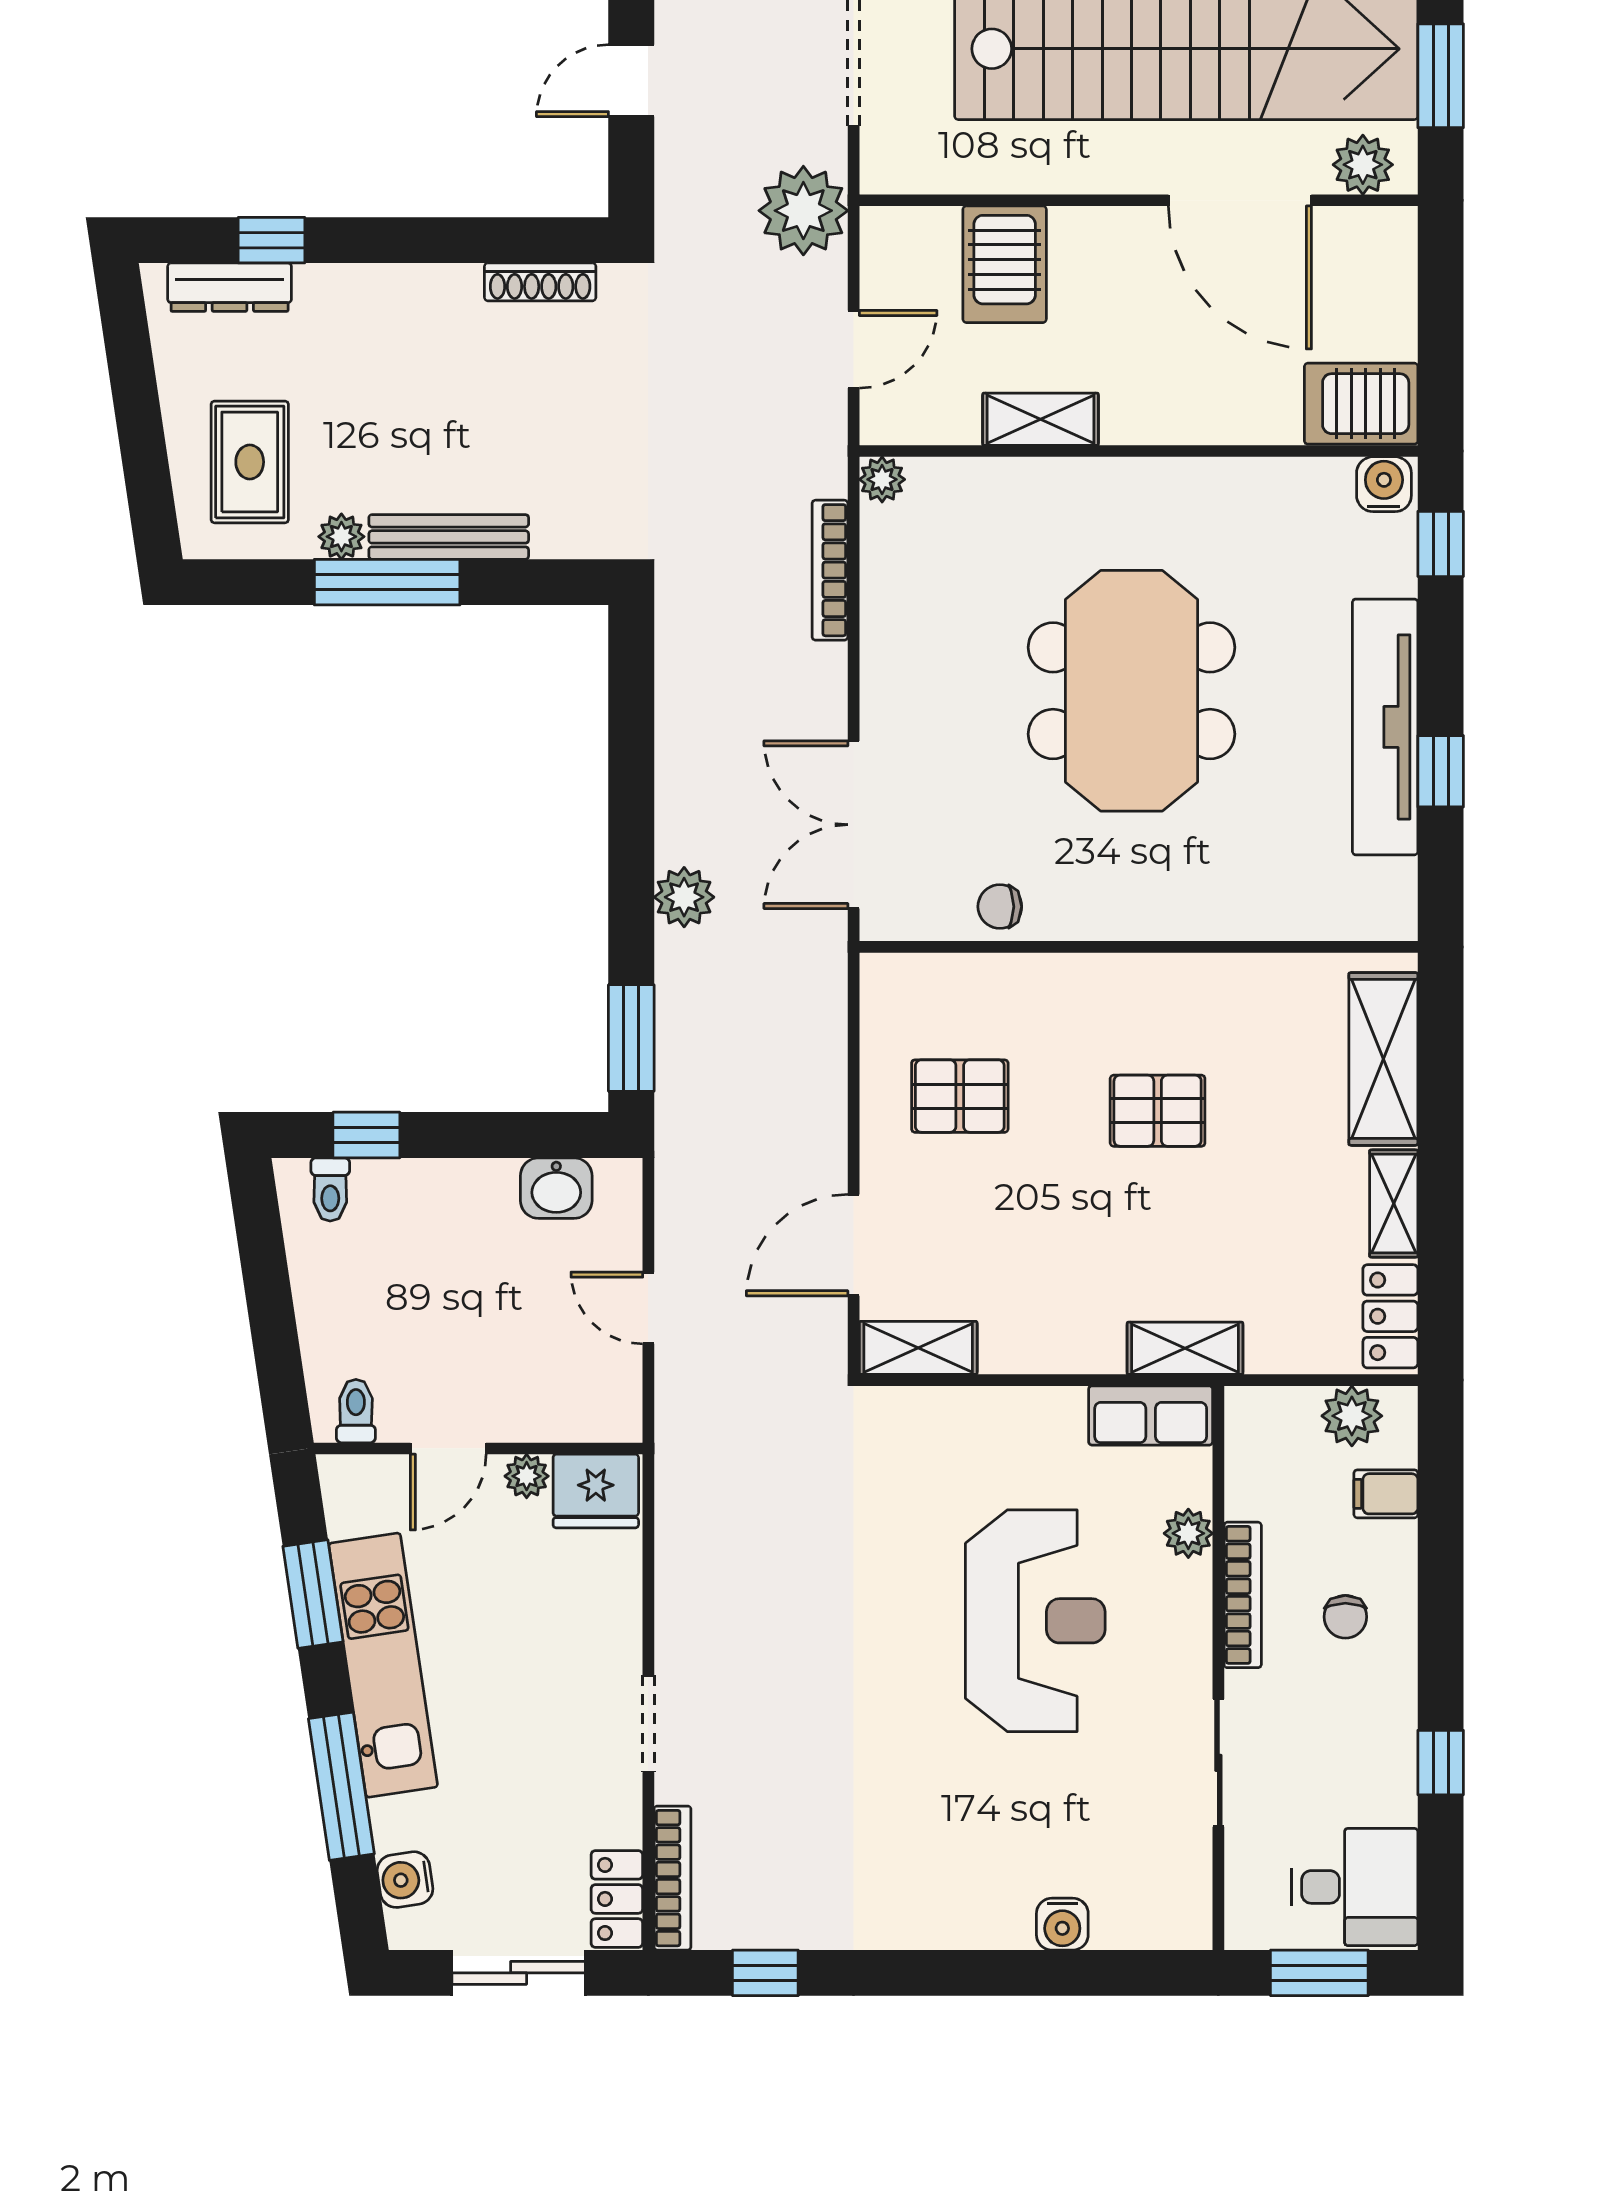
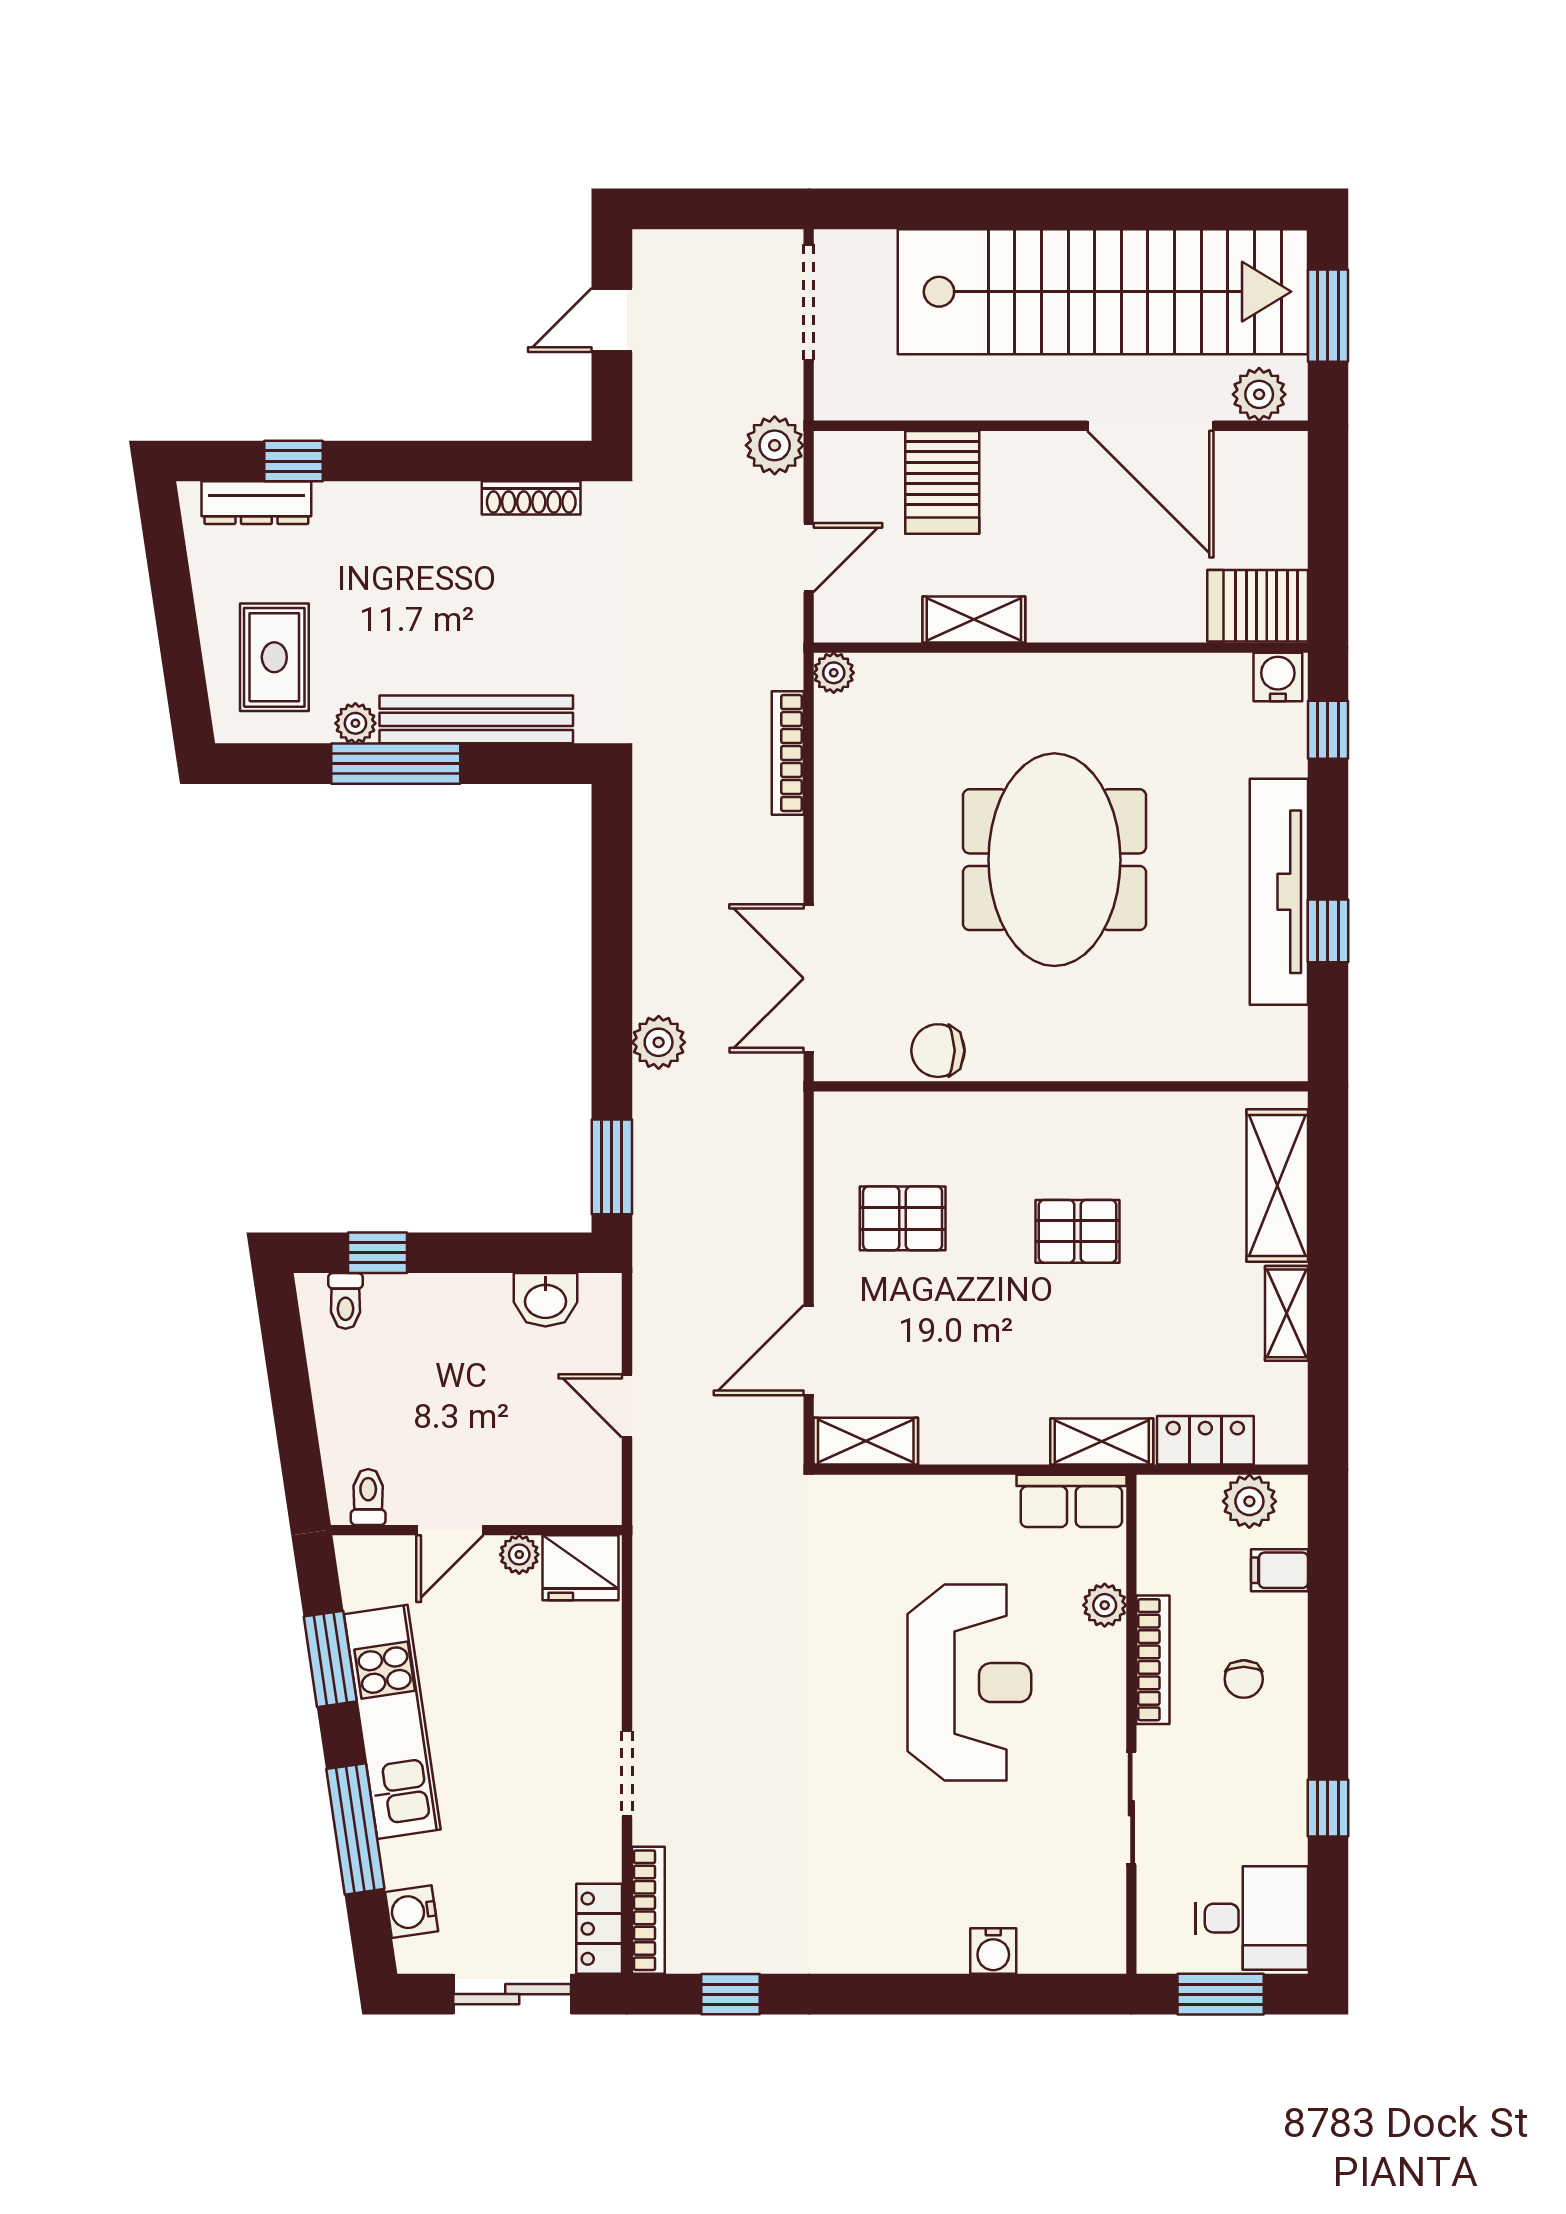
plant: (803, 211) -> (775, 445), width x0.73, depth x0.73
bench: (449, 537) -> (476, 719), width x1.37, depth x1.21
chair: (1000, 907) -> (938, 1051), width x1.37, depth x1.37
locker: (1390, 1316) -> (1205, 1440), moved, turned 90

